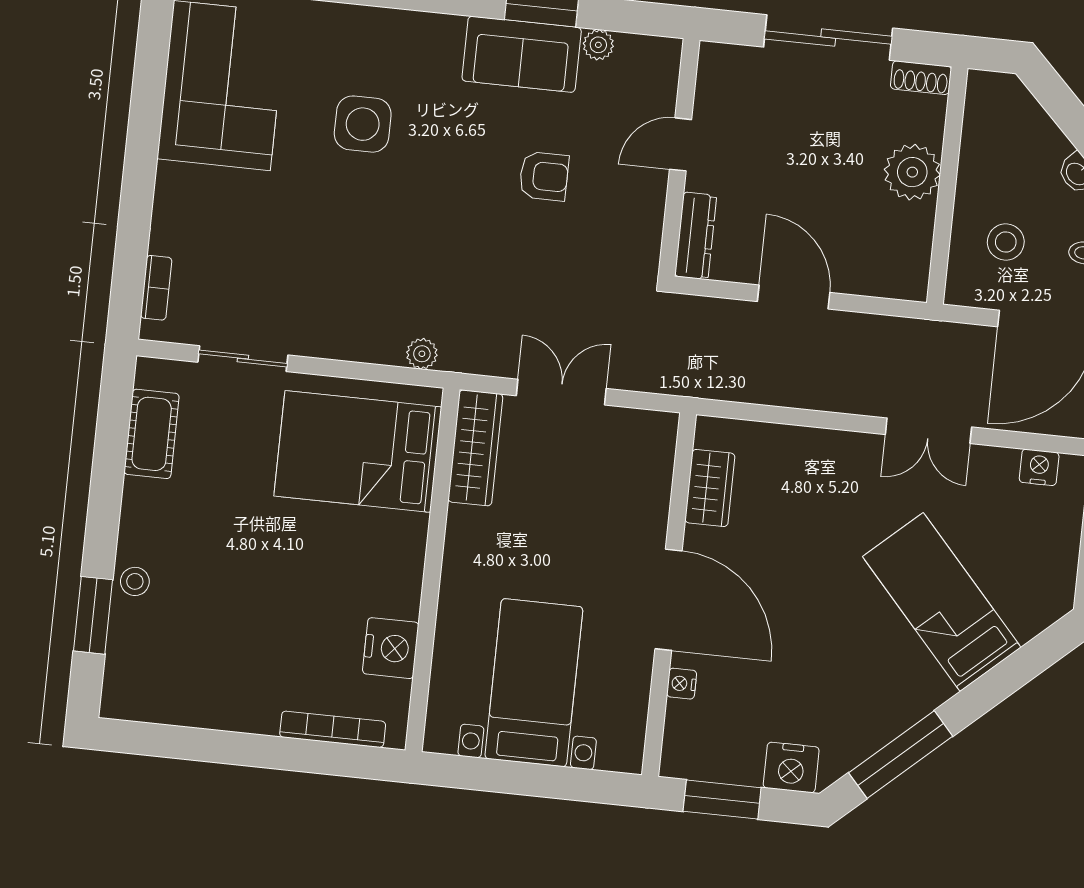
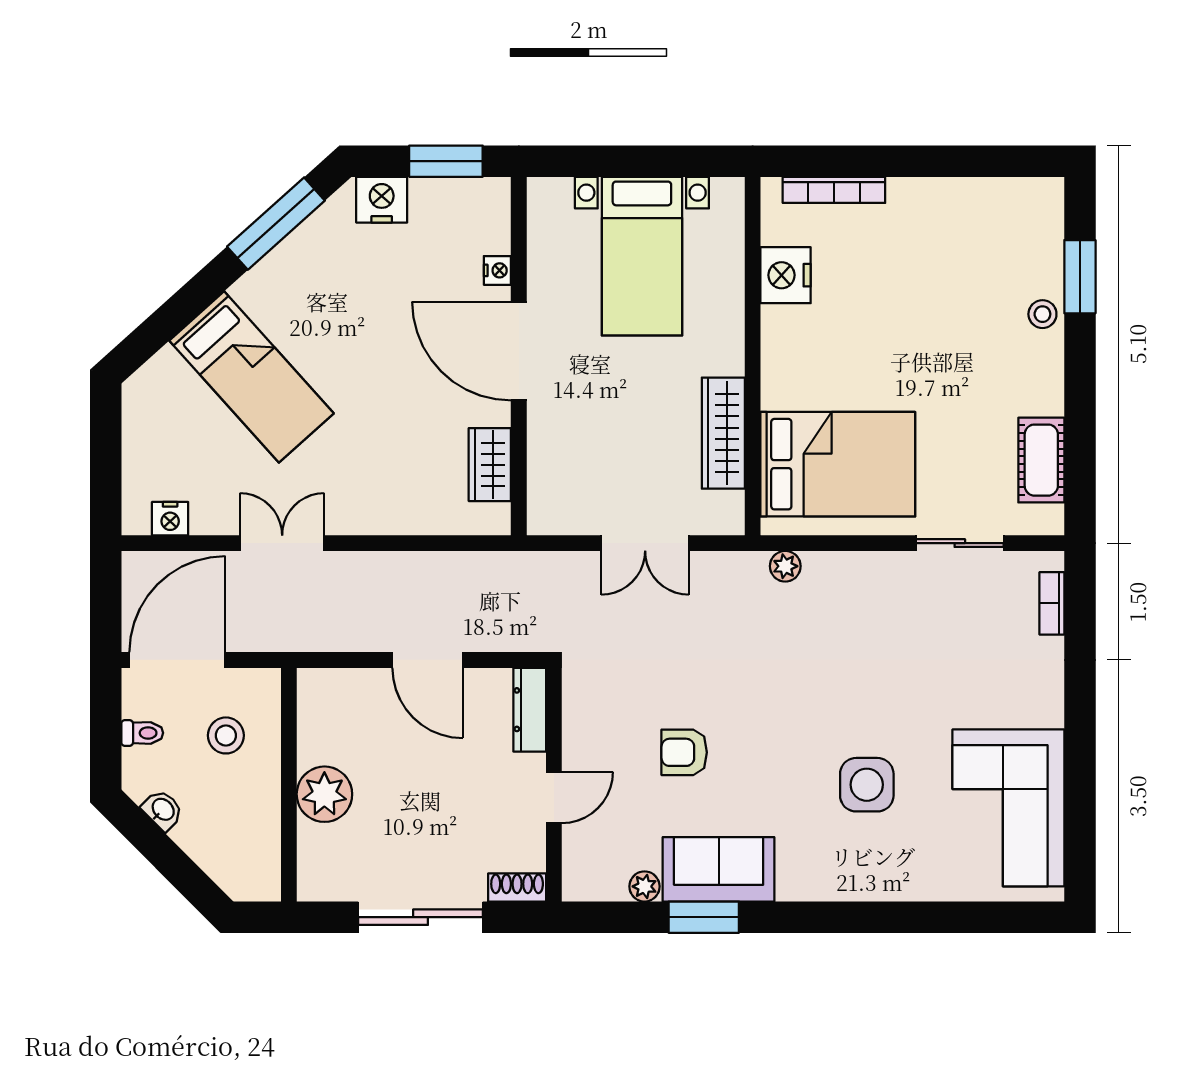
shoe rack: (921, 78) -> (517, 887), moved
wardrobe: (475, 448) -> (723, 433), moved

